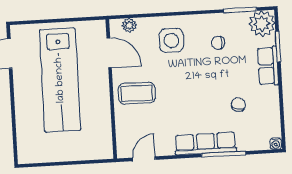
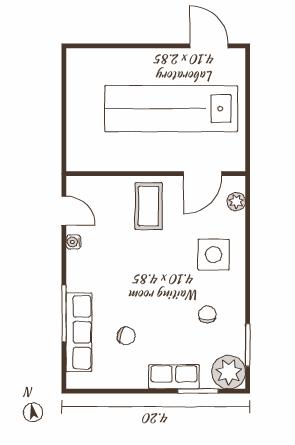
row of seats: (205, 143) -> (79, 332), moved
water cooler: (276, 144) -> (73, 242), moved

